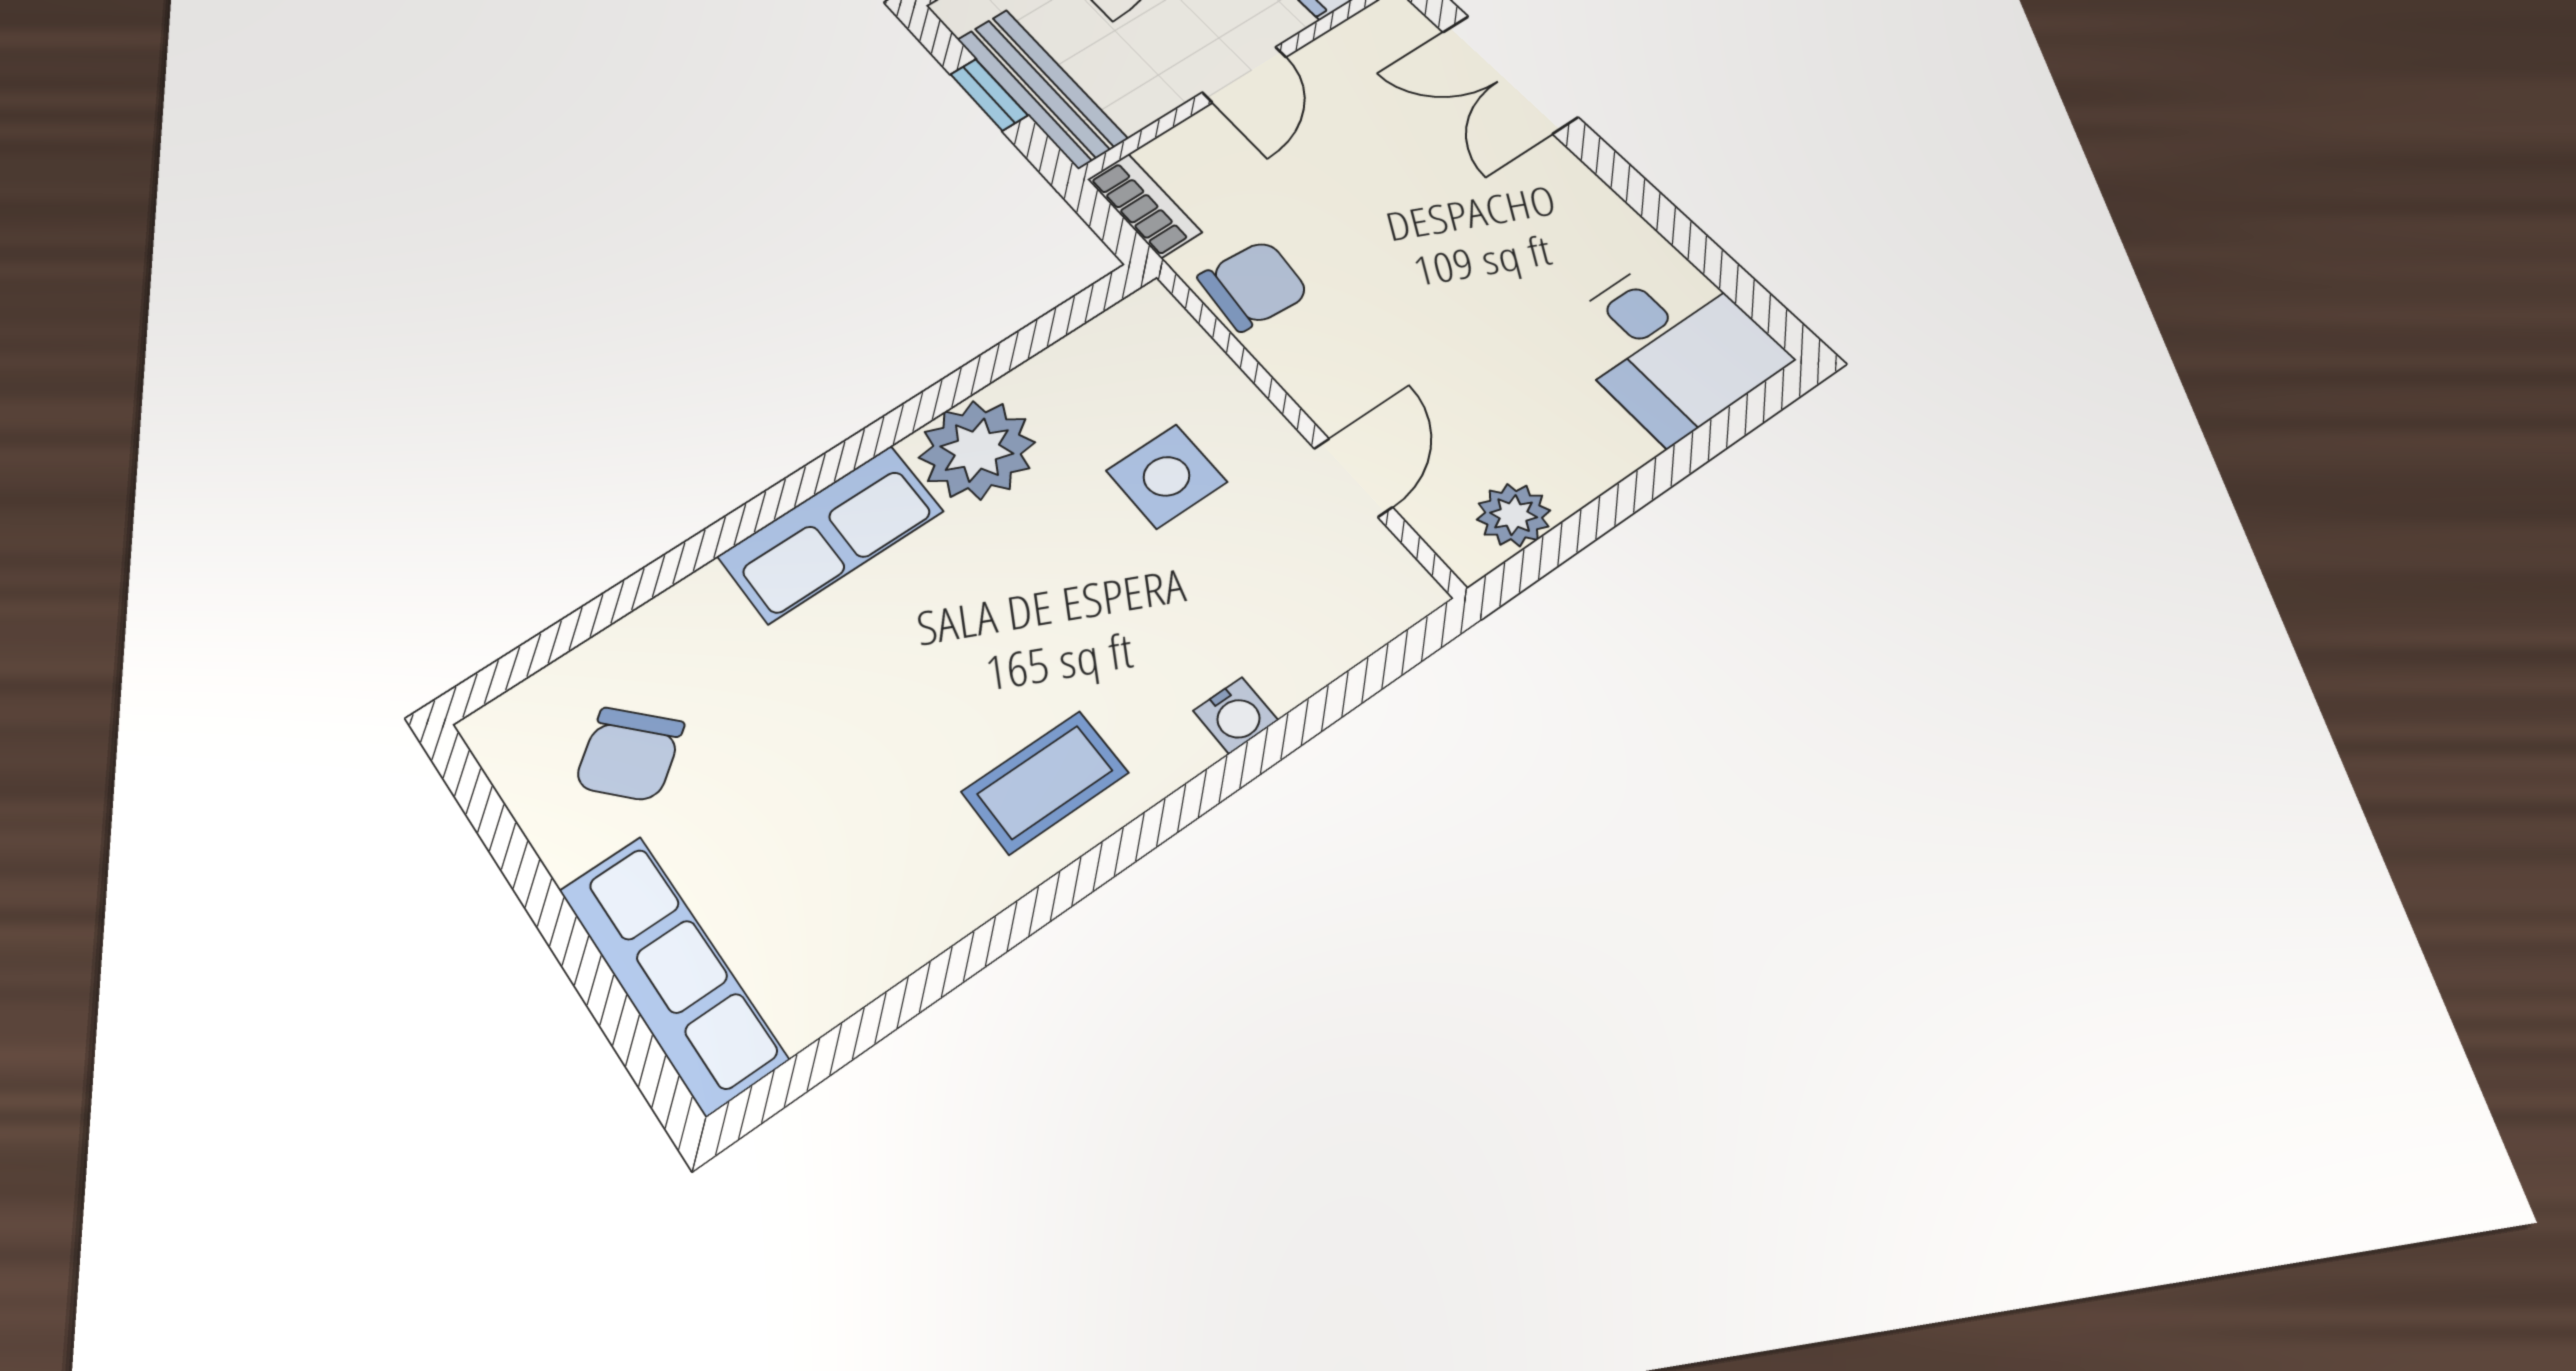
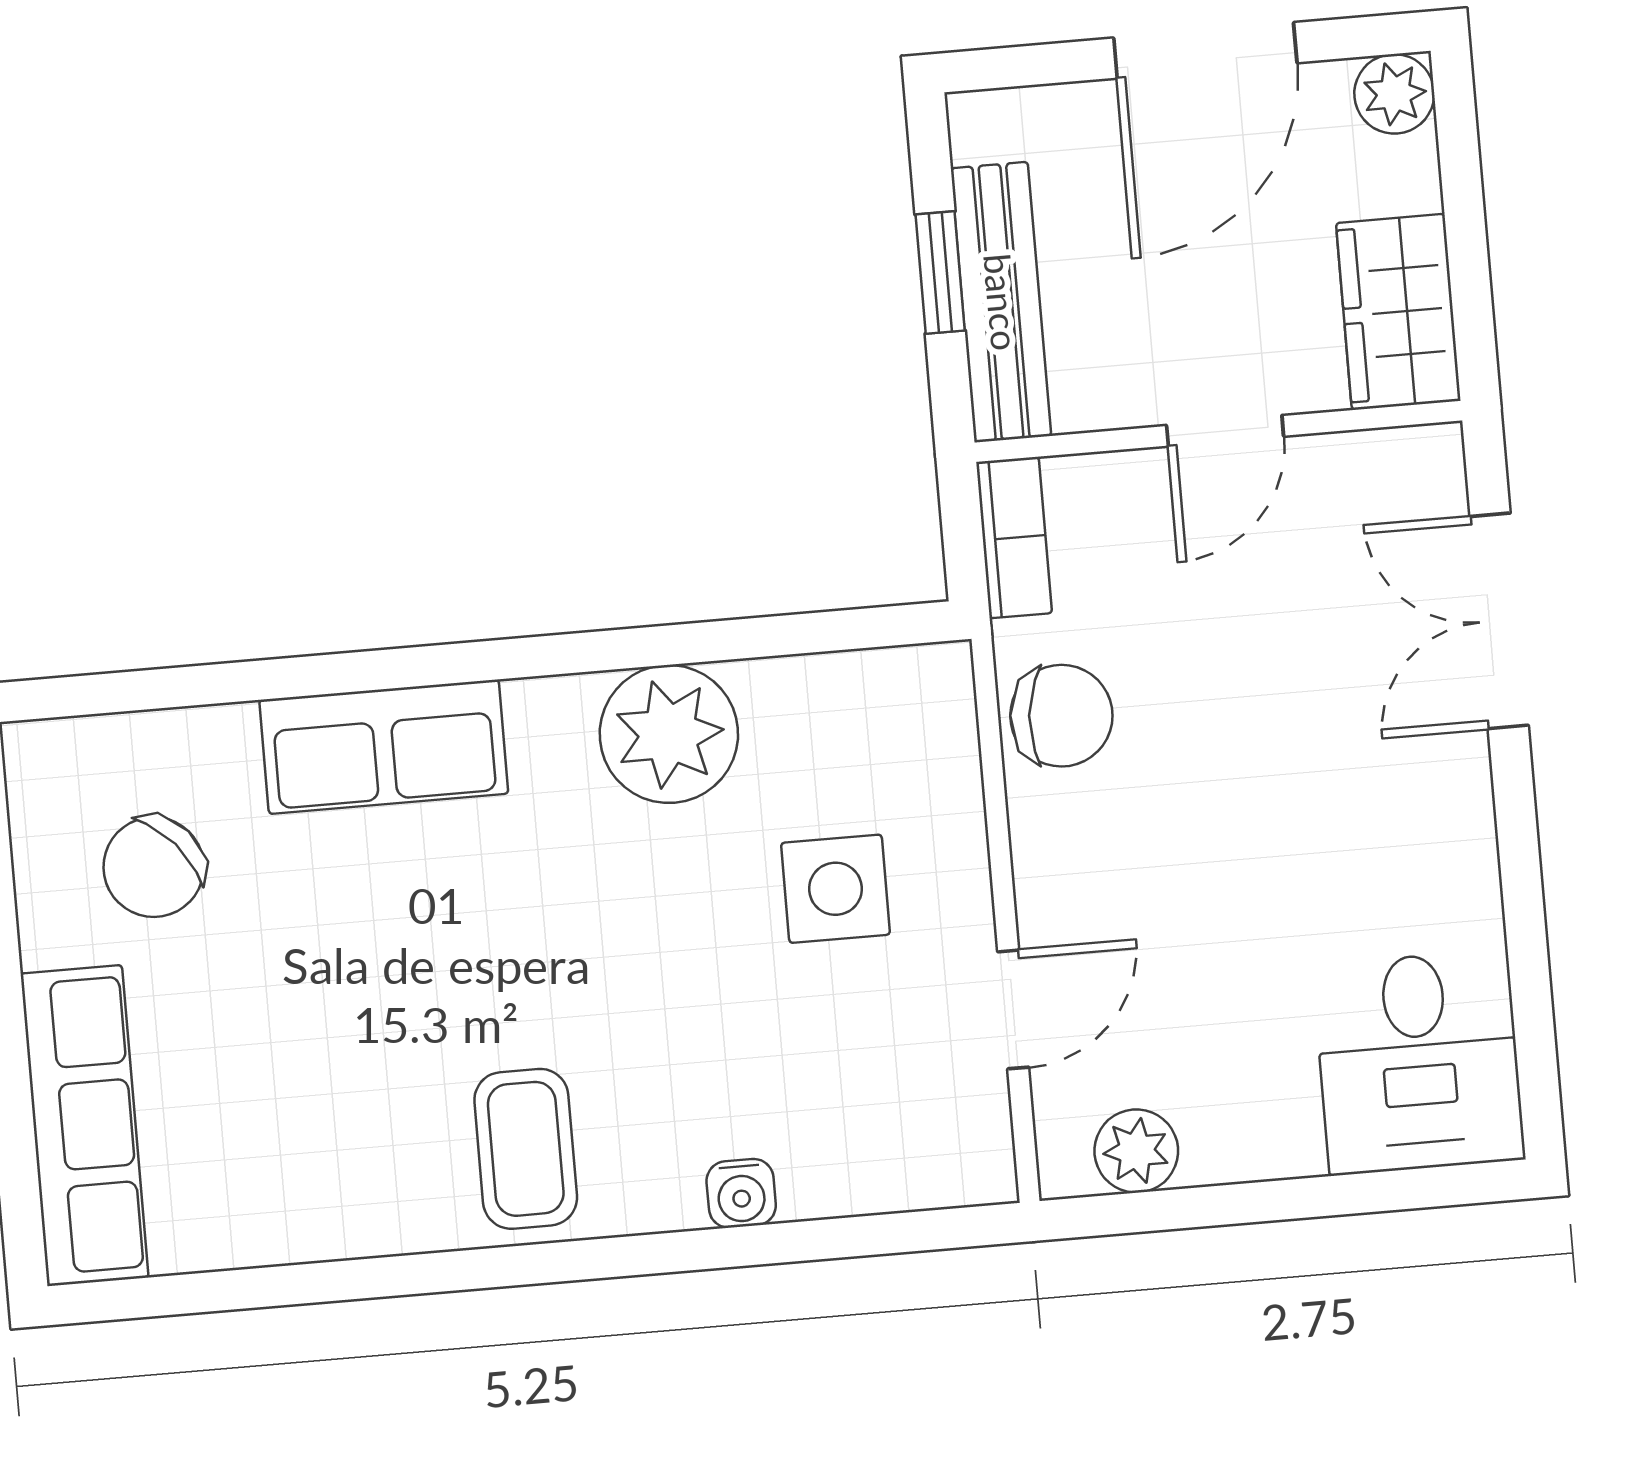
row of seats: (830, 534) -> (384, 747), moved
coffee table: (1045, 782) -> (526, 1149), turned 90

